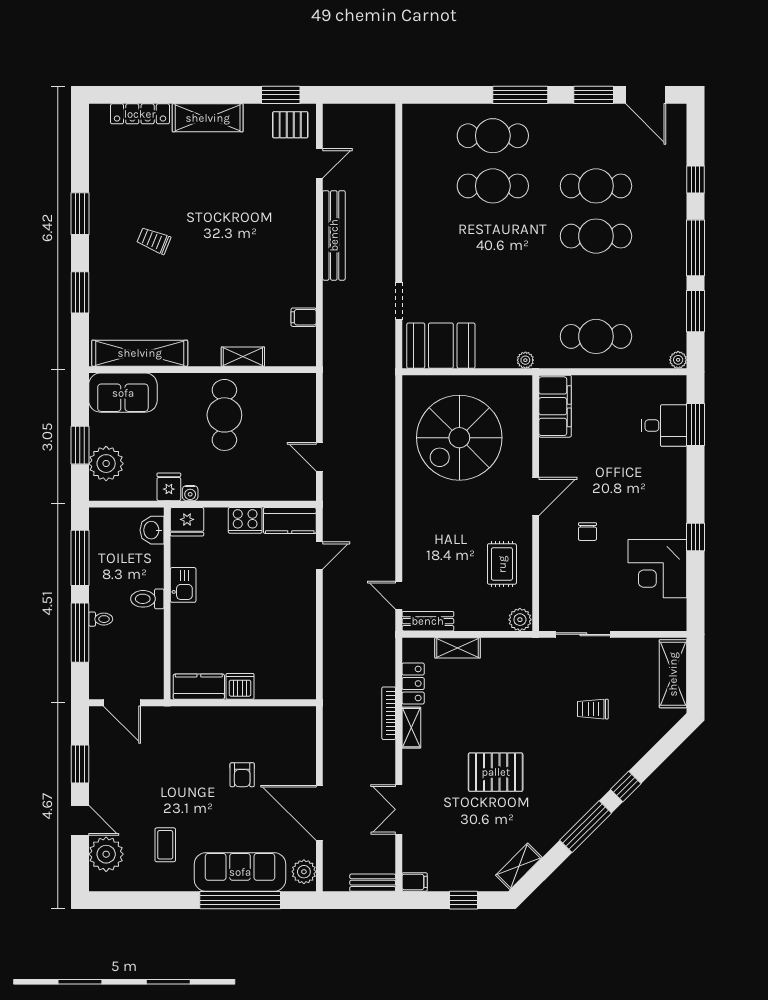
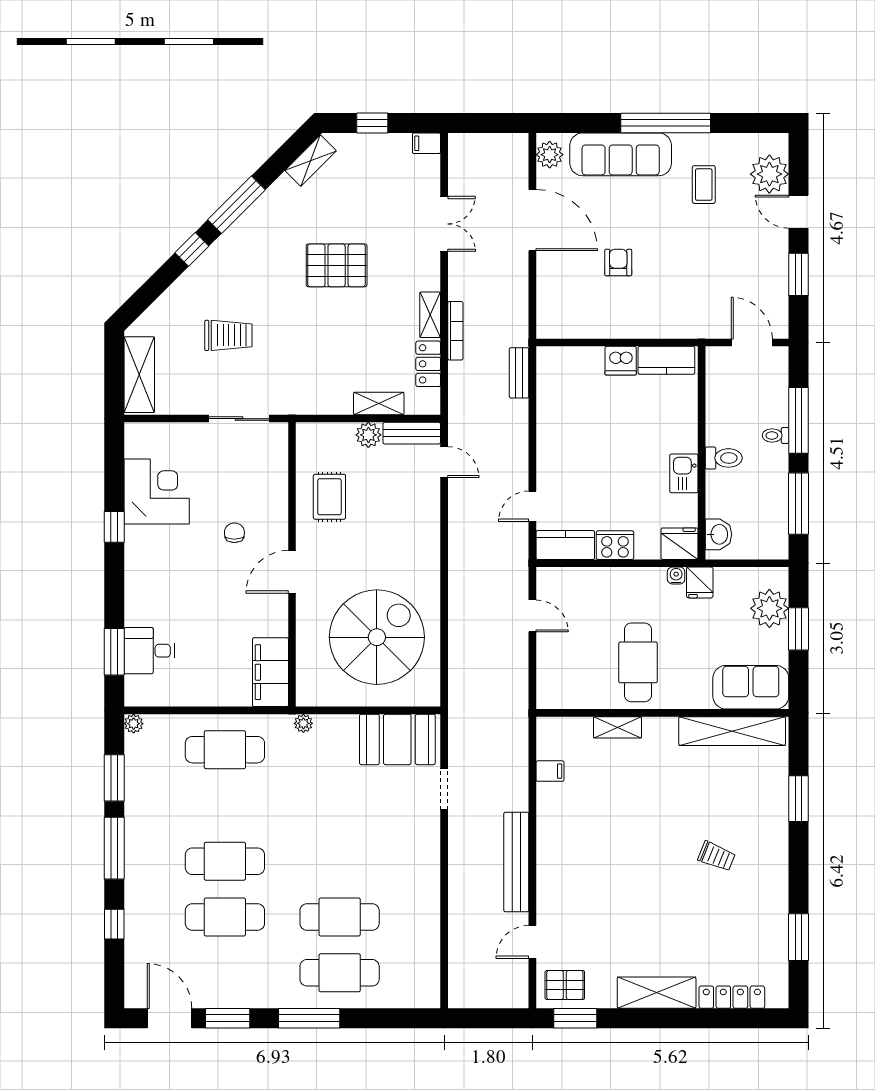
window: (80, 214) -> (799, 937), moved
plant: (520, 620) -> (368, 435), moved
trolley: (593, 709) -> (228, 335), width x1.36, depth x1.39
bench: (373, 883) -> (519, 373), moved, turned 90
window: (240, 900) -> (666, 123), moved

